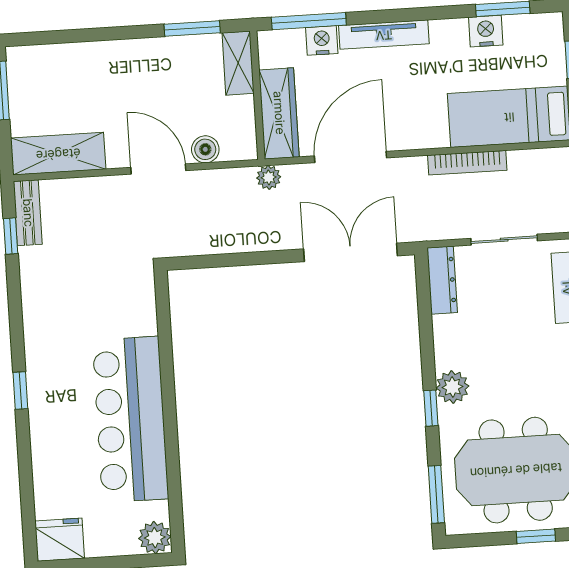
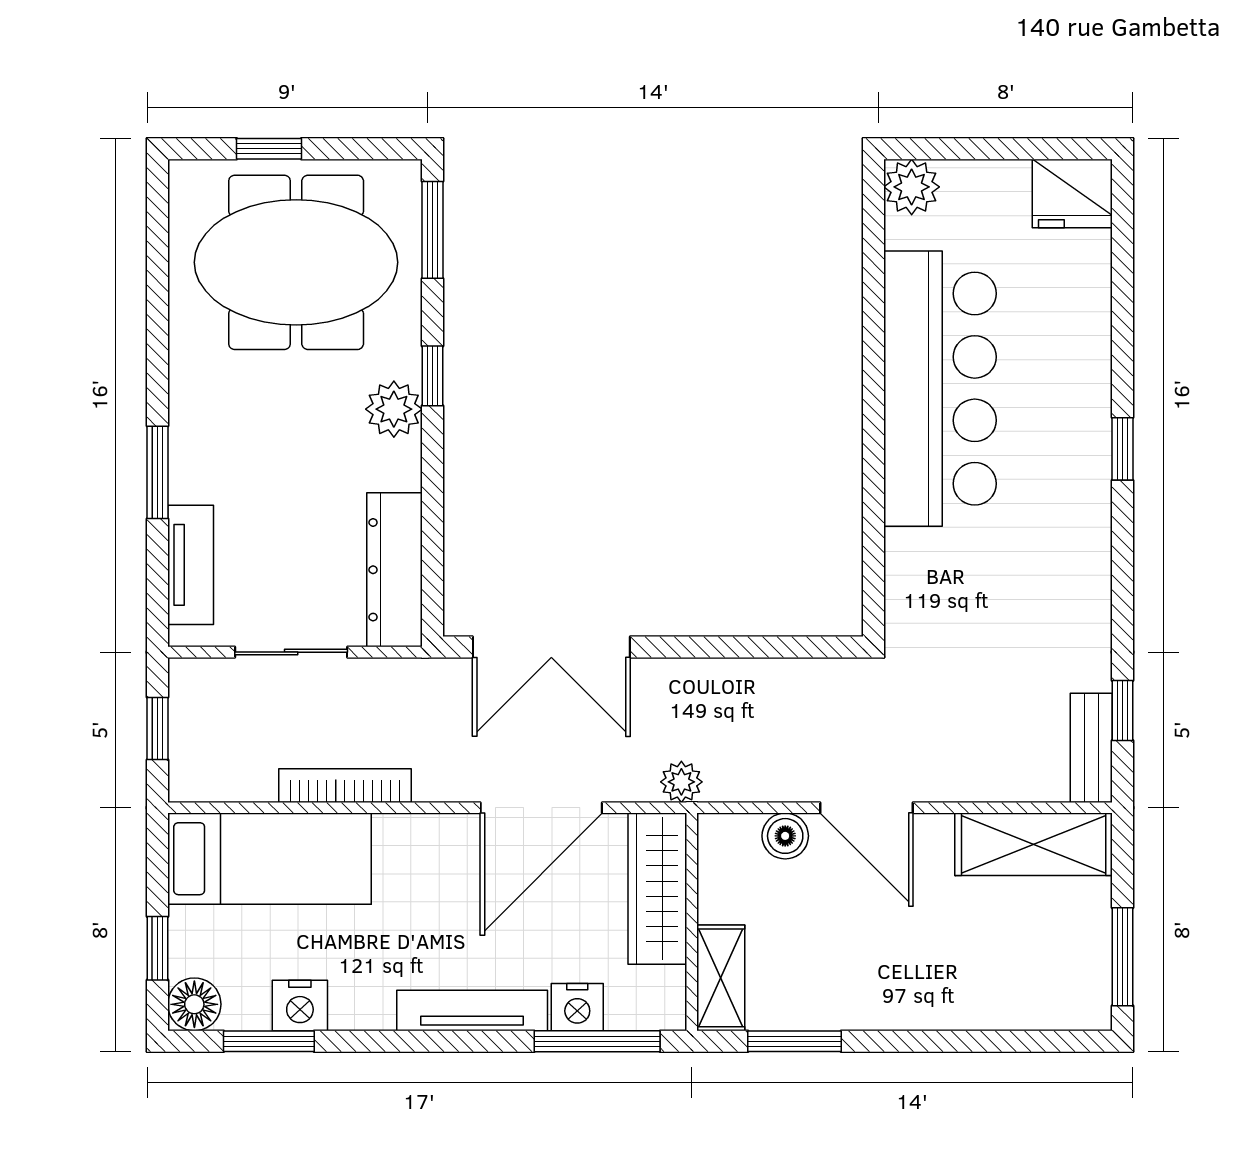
floor lamp: (548, 28) -> (194, 1004), added
dresser: (442, 280) -> (394, 570), width x1.37, depth x1.24

